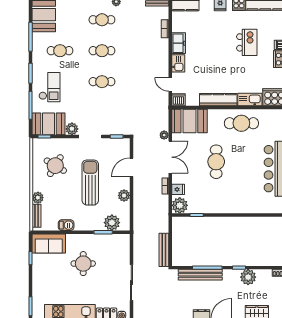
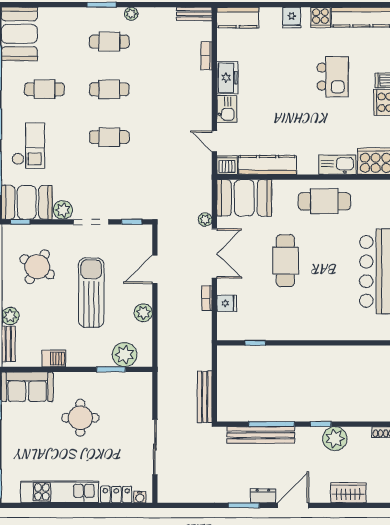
kitchen counter: (218, 100) -> (268, 165), moved
plant: (180, 205) -> (229, 328), removed

